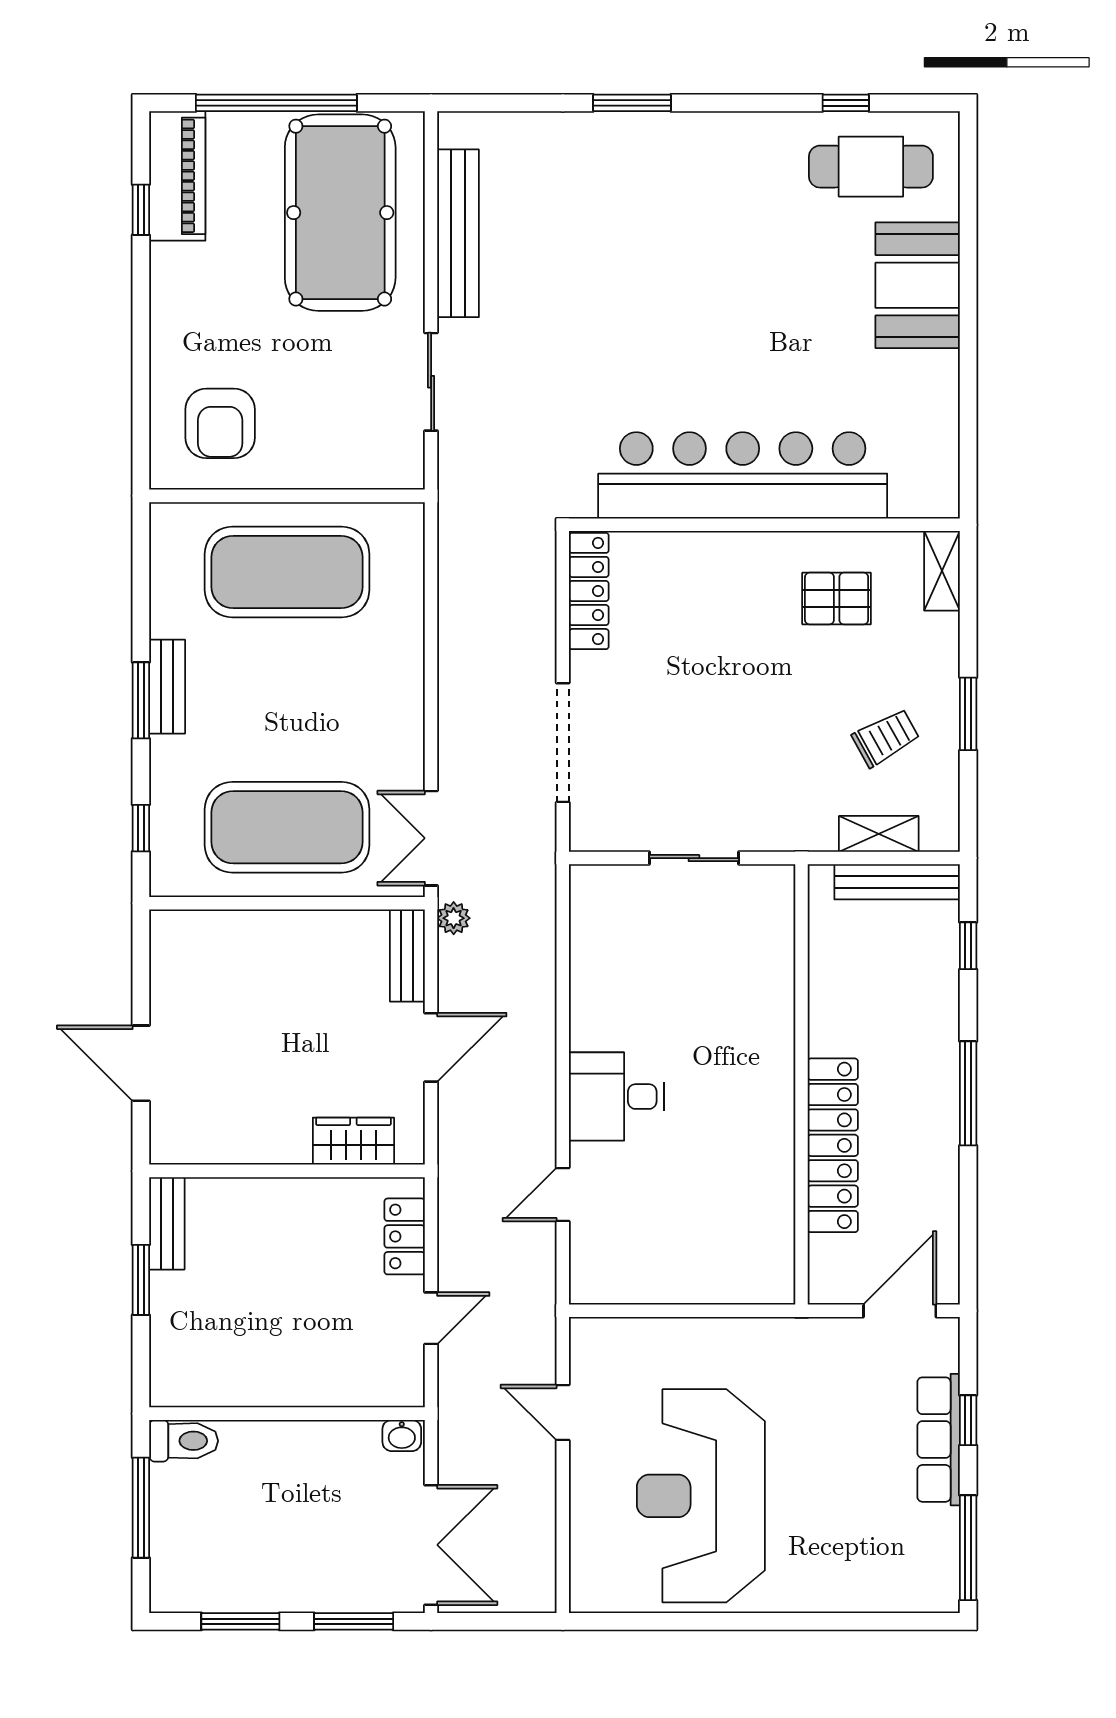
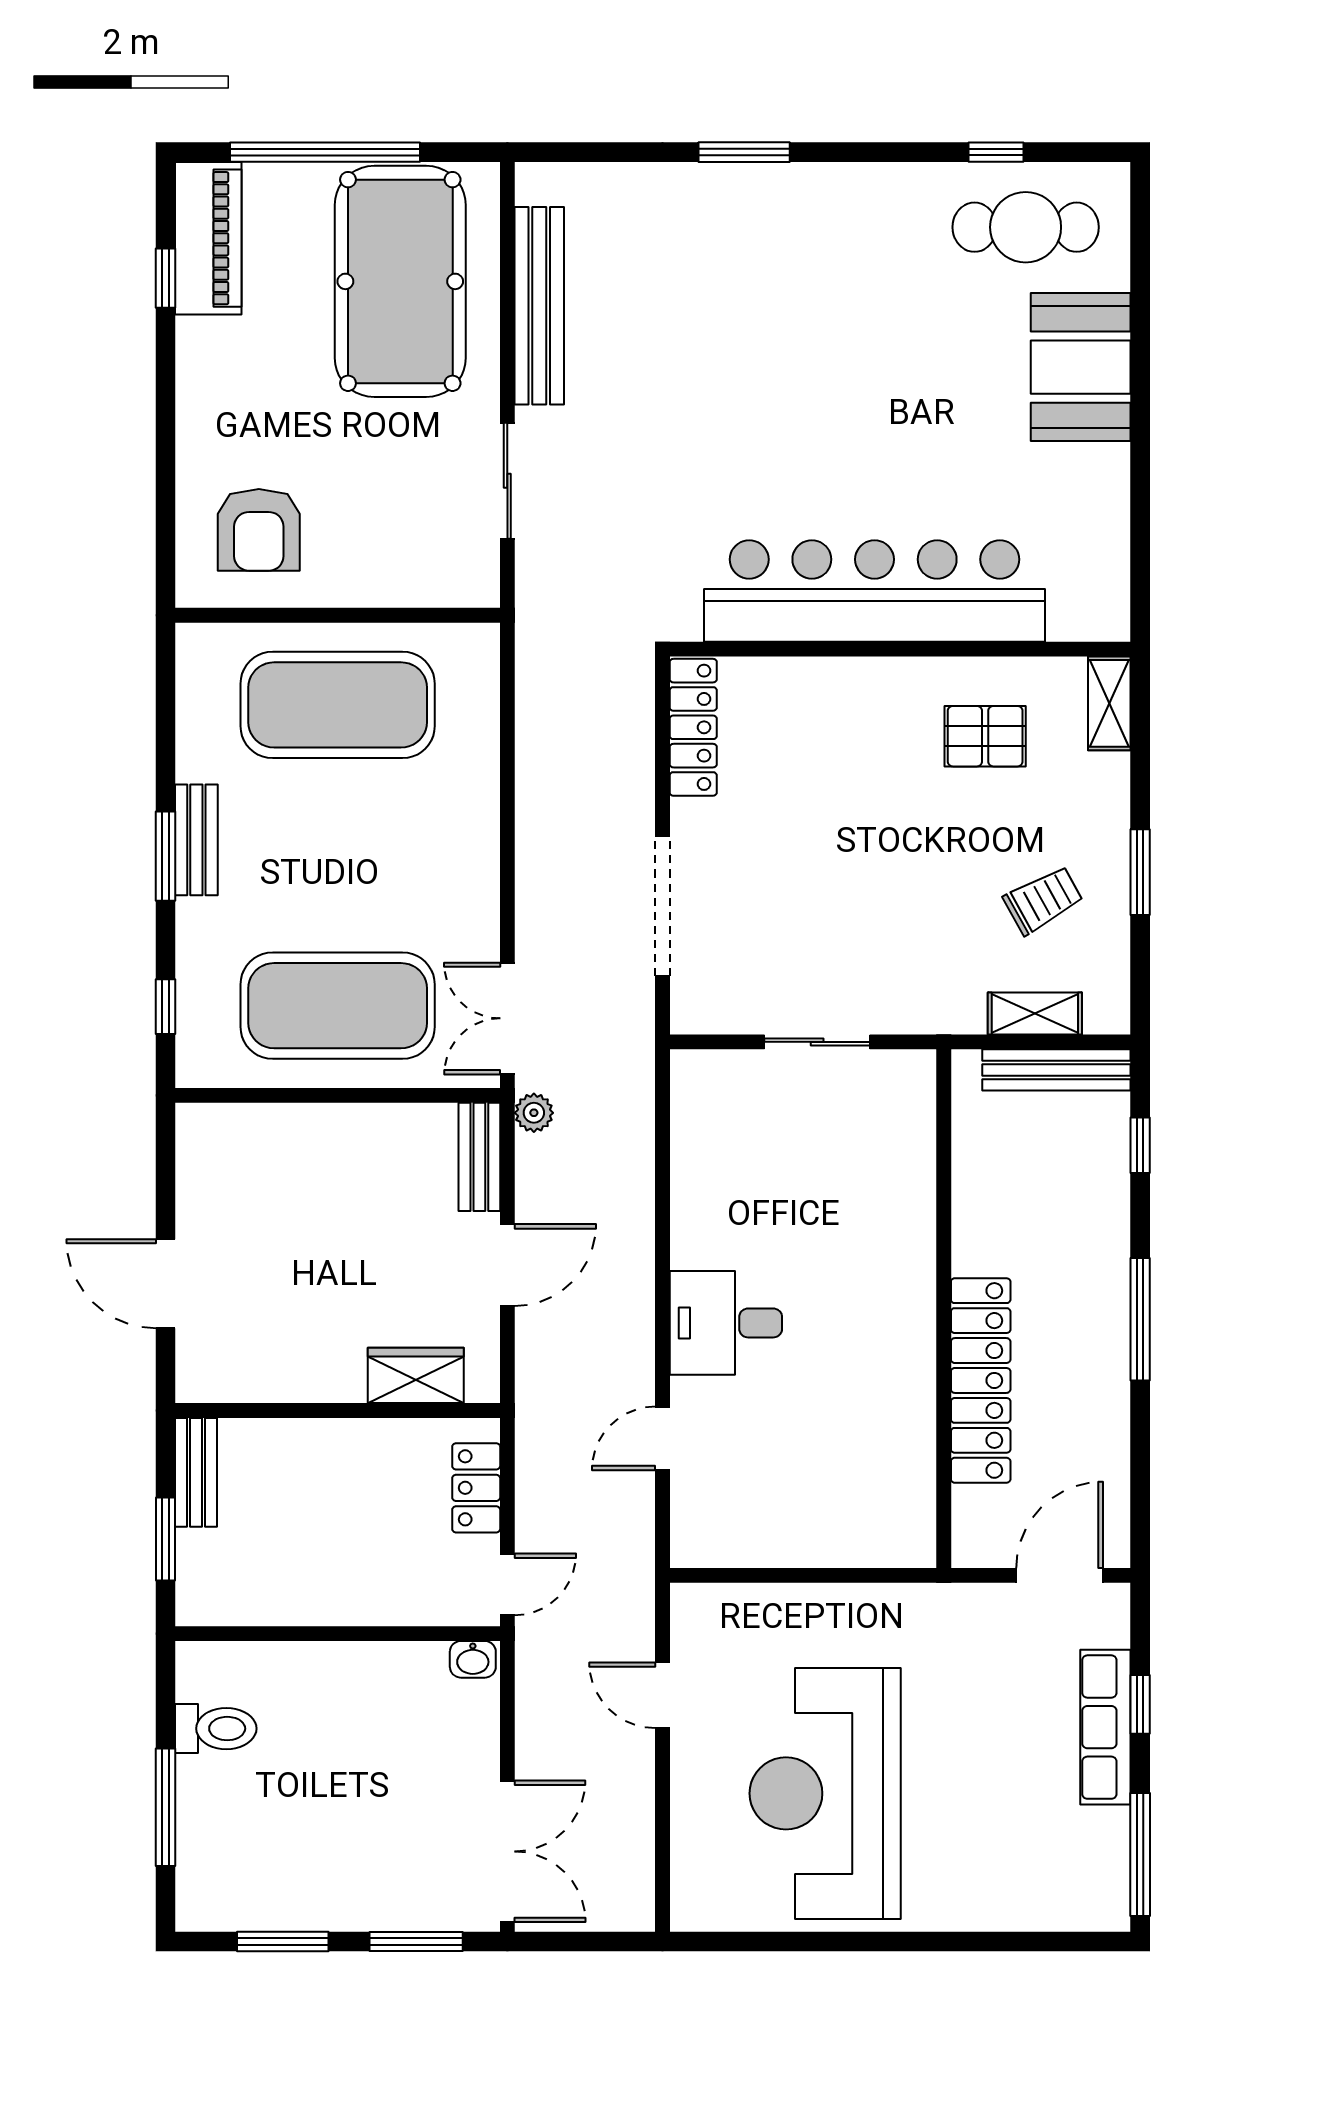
wall: (287, 1414) -> (338, 1634), moved
washbasin: (402, 1435) -> (473, 1659), moved

